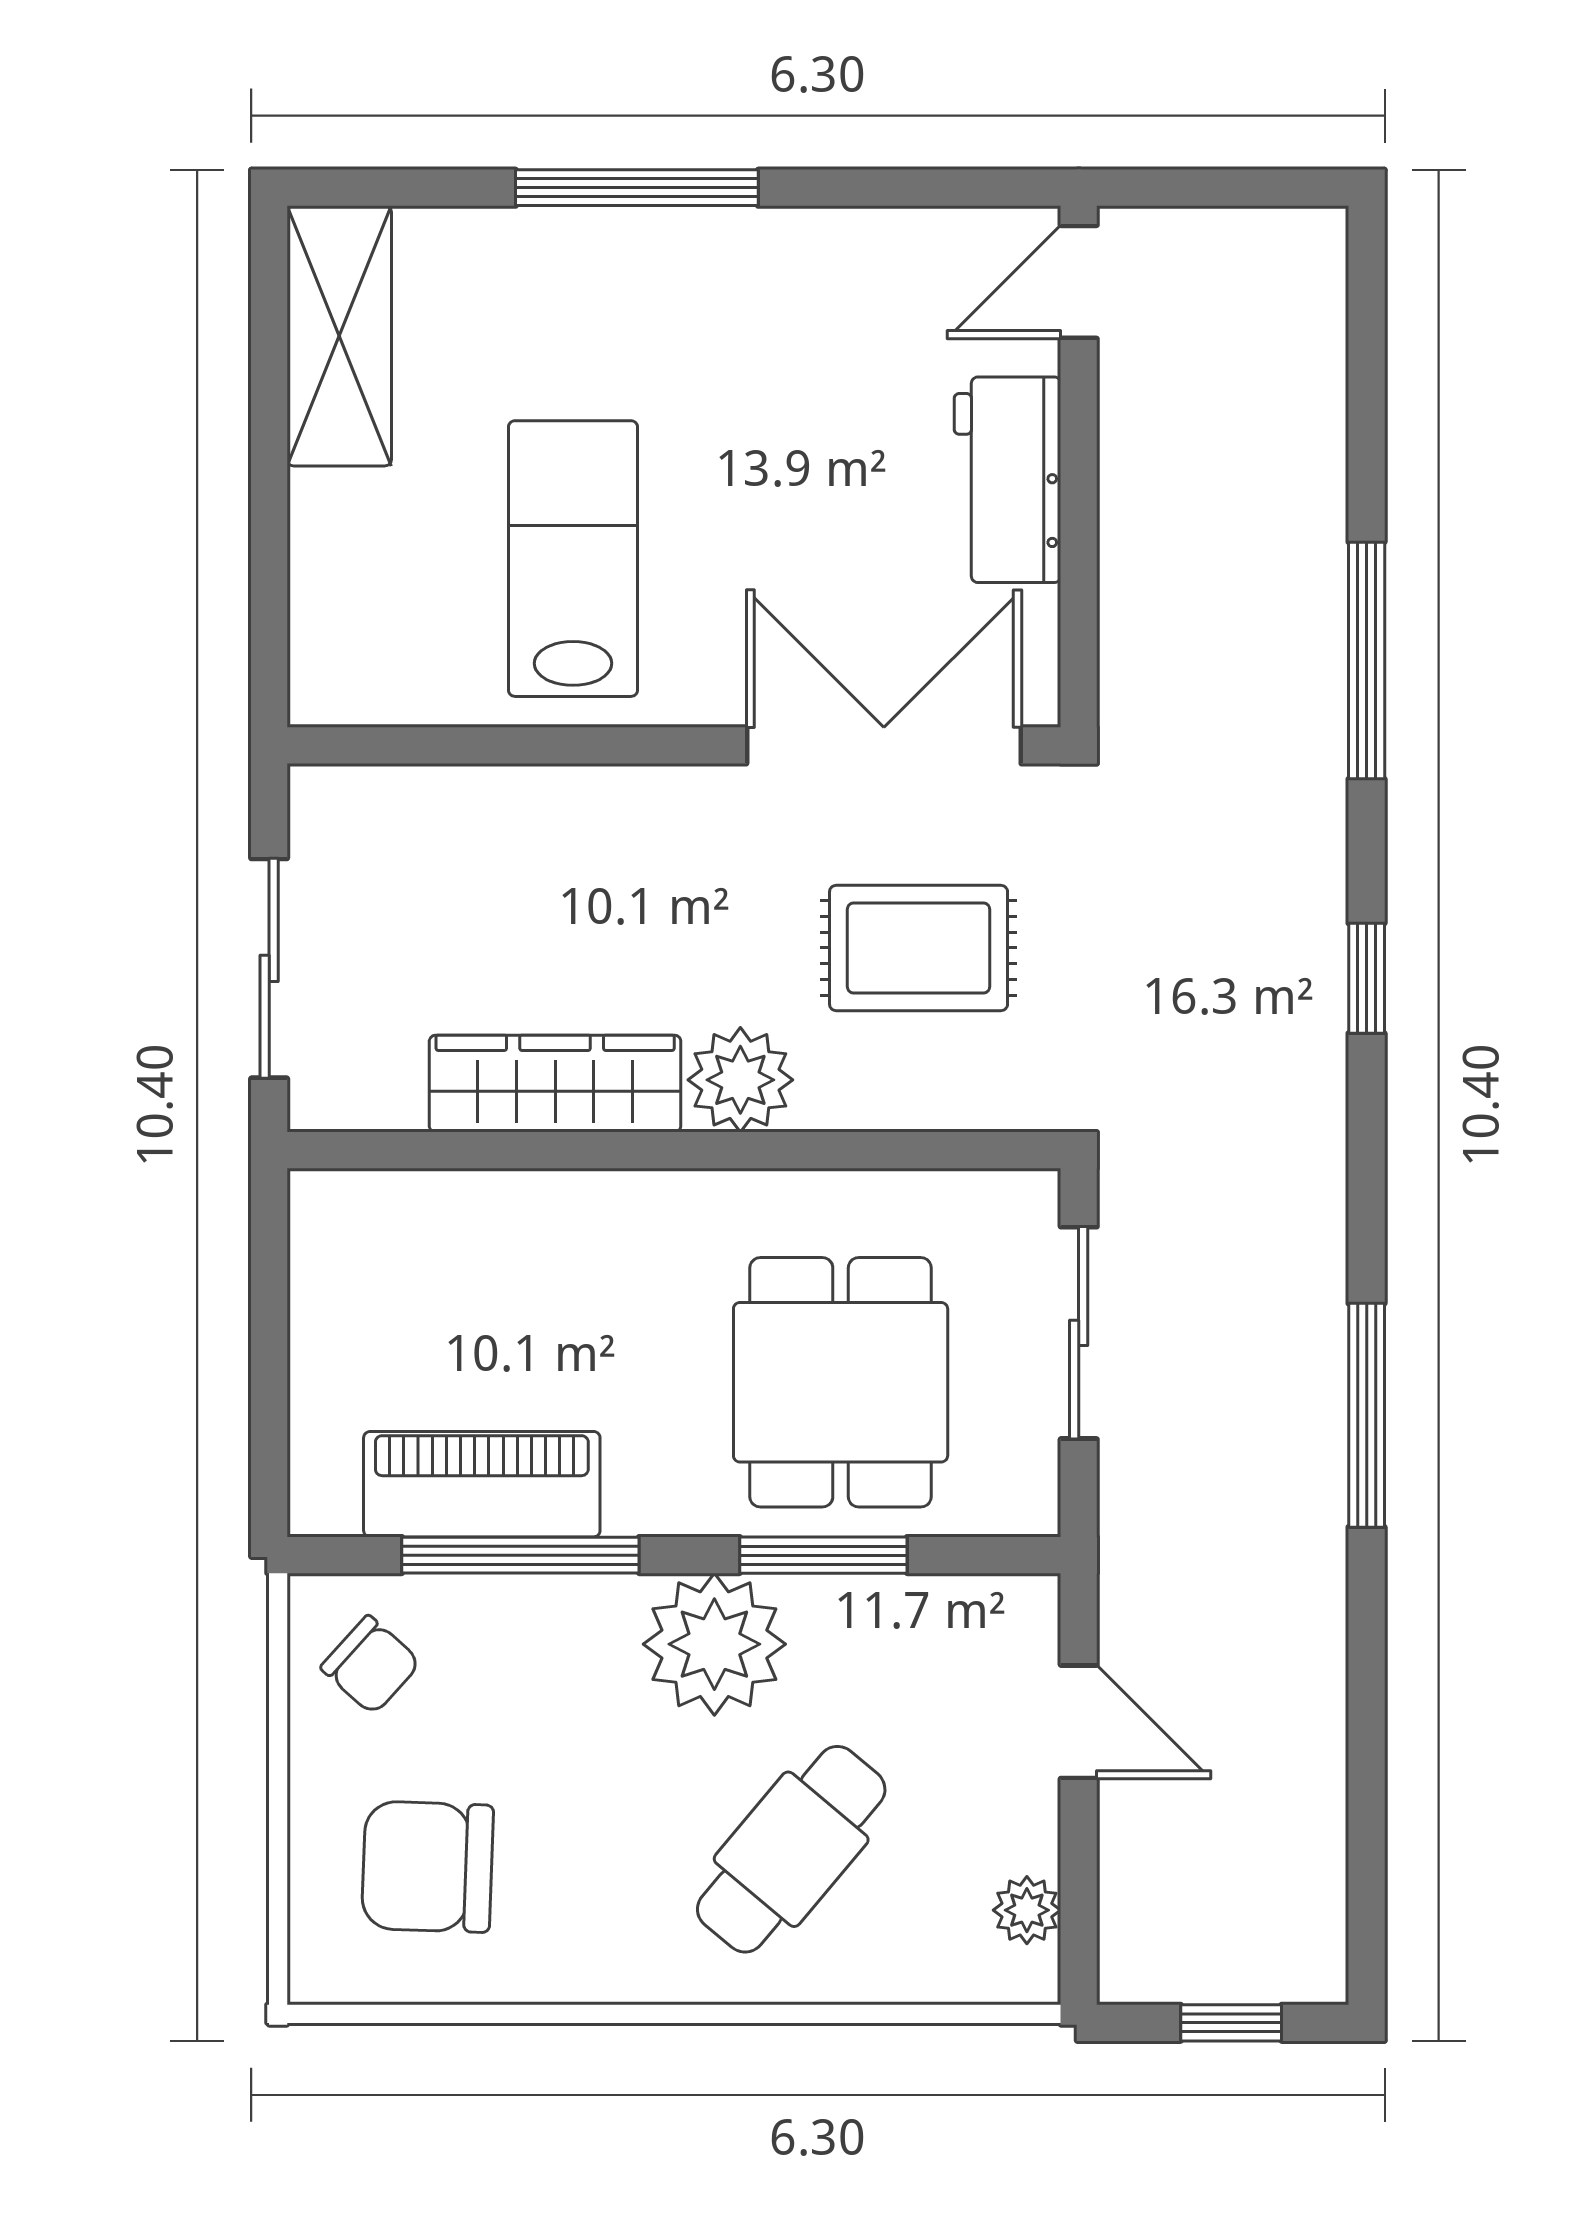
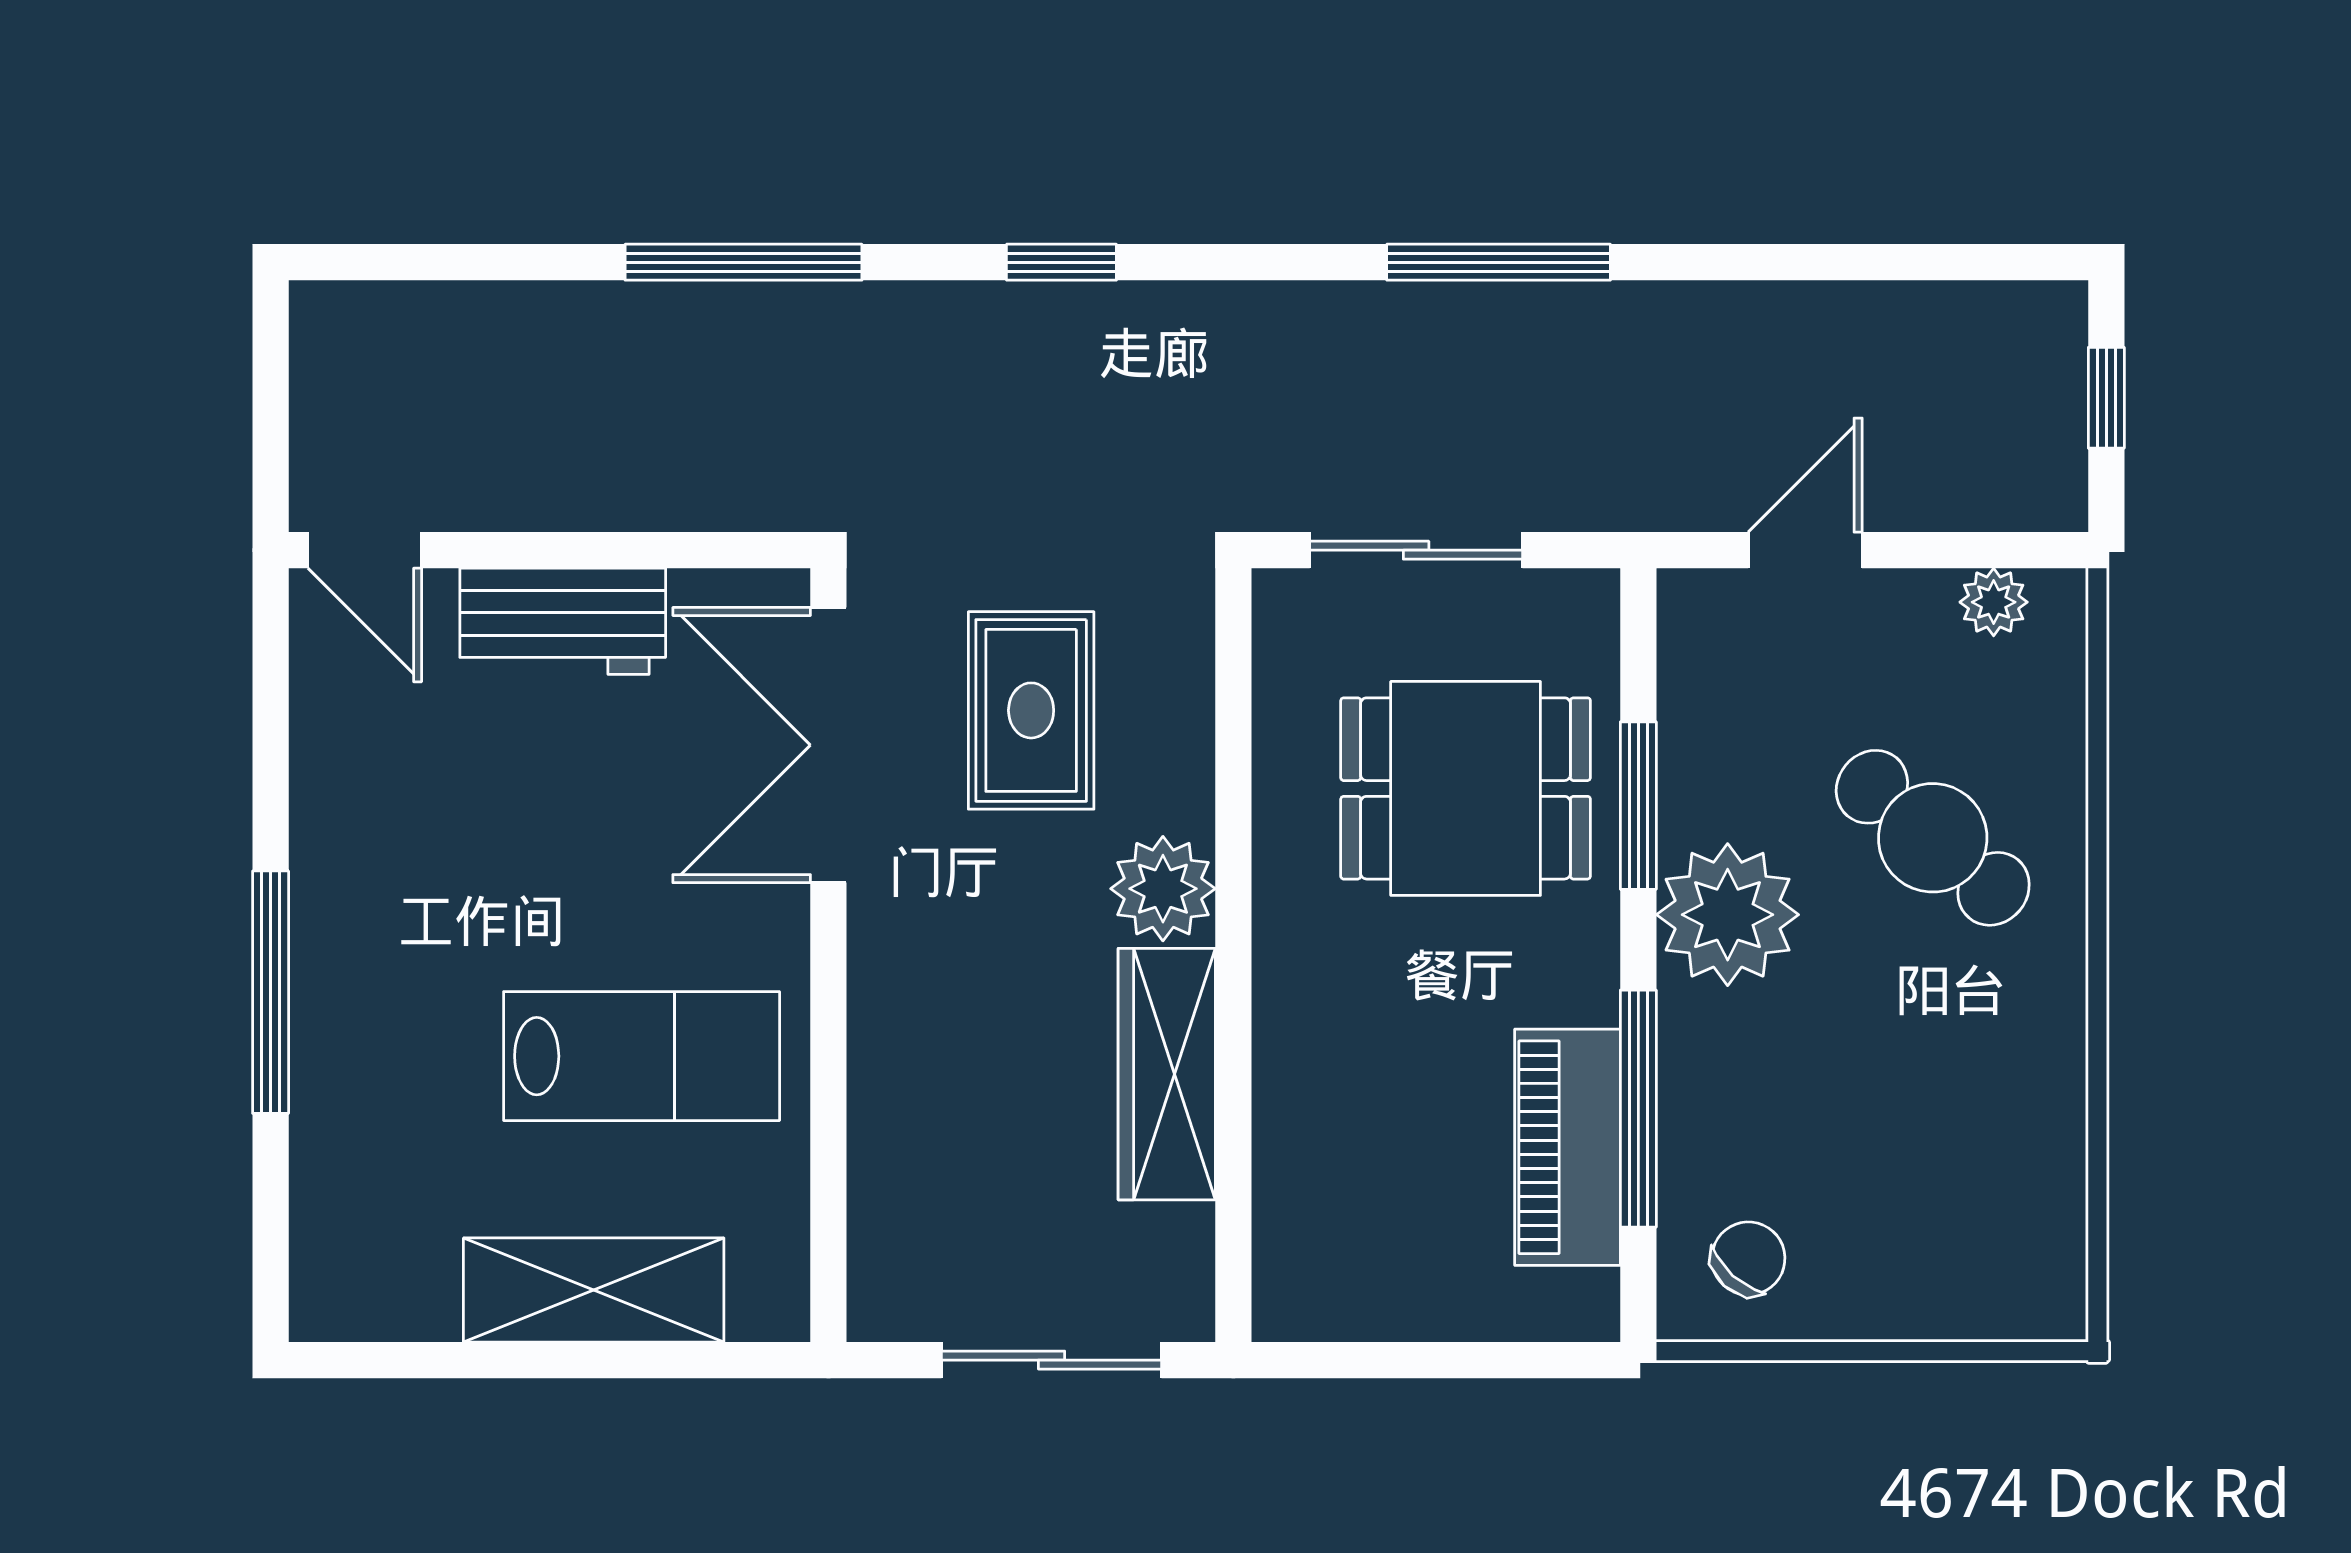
shelving: (339, 336) -> (594, 1290), moved
lab bench: (573, 559) -> (642, 1056), turned 180
chair: (428, 1867) -> (1950, 1202), removed

